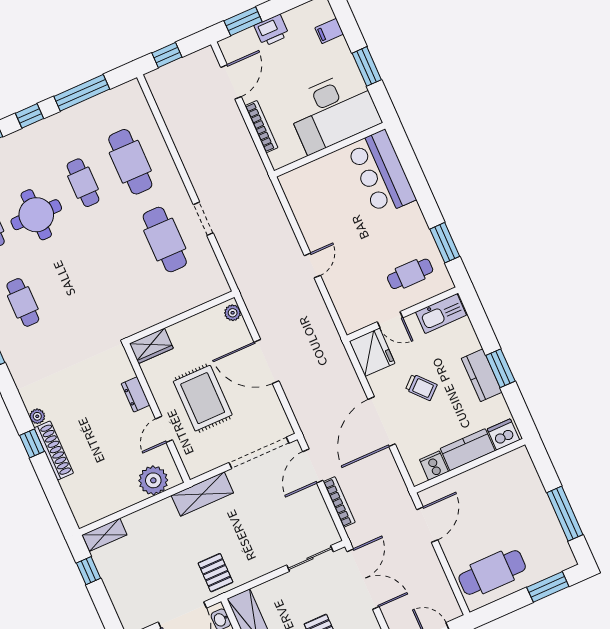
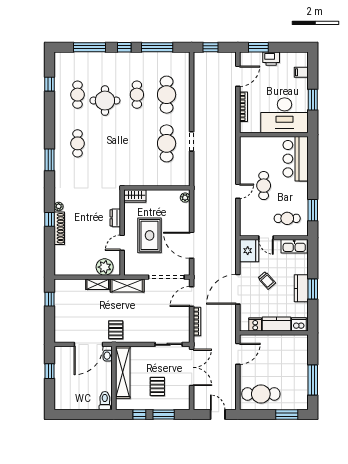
cafe table: (349, 238) -> (264, 186), added
door: (266, 361) -> (192, 245), moved
shelving: (105, 535) -> (98, 284), moved

